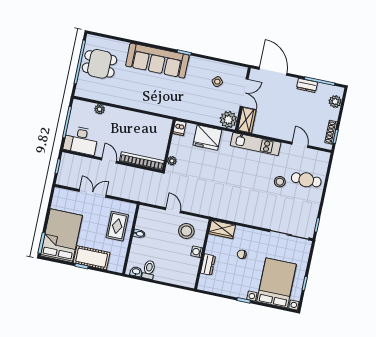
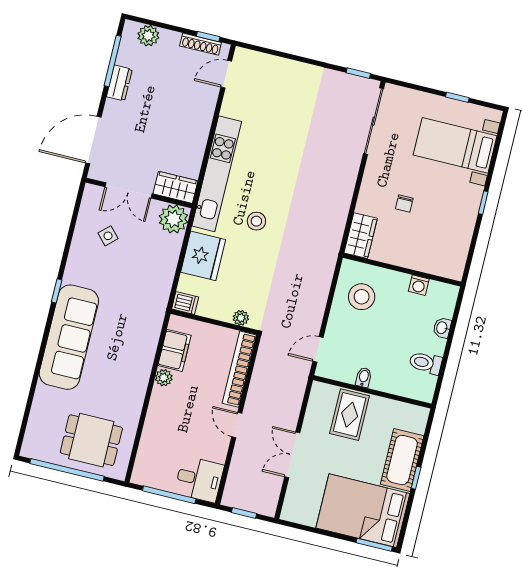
dining table: (99, 64) -> (91, 440), moved, turned 90
double door: (244, 93) -> (128, 190), swing flipped
plant: (100, 109) -> (164, 378), moved
filing cabinet: (152, 123) -> (174, 350), added
desk: (81, 140) -> (199, 479), width x0.73
kitchen unit: (256, 144) -> (217, 174), width x1.36
door: (300, 145) -> (226, 74), moved
door: (109, 160) -> (237, 425), hinge flipped
cafe table: (306, 180) -> (281, 89), removed
stool: (280, 182) -> (256, 221), moved
door: (173, 210) -> (318, 349), moved
rug: (117, 226) -> (350, 415), turned 90
washing machine: (197, 252) -> (419, 285), moved
dresser: (208, 265) -> (420, 262), removed
washbasin: (136, 272) -> (442, 328), moved
bed with nightstands: (277, 283) -> (455, 145), width x0.73

